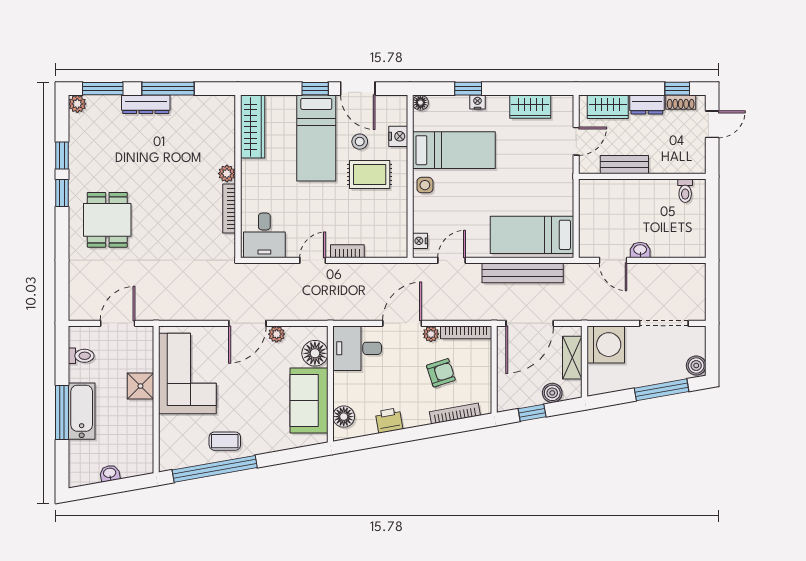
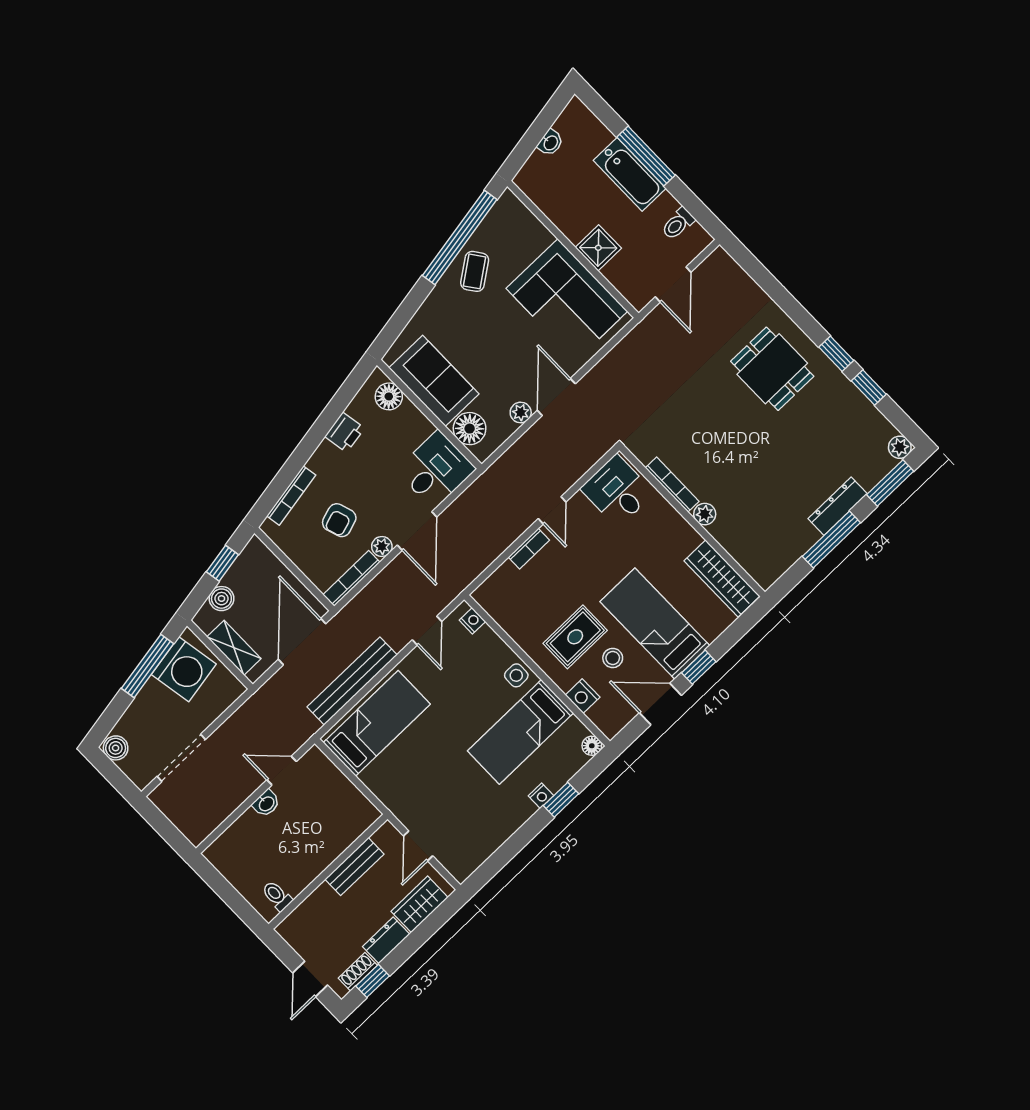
wardrobe: (530, 107) -> (489, 837), removed
washing machine: (606, 345) -> (184, 669), moved, turned -100
window: (662, 390) -> (148, 666), moved
coffee table: (225, 441) -> (475, 271), turned -36

